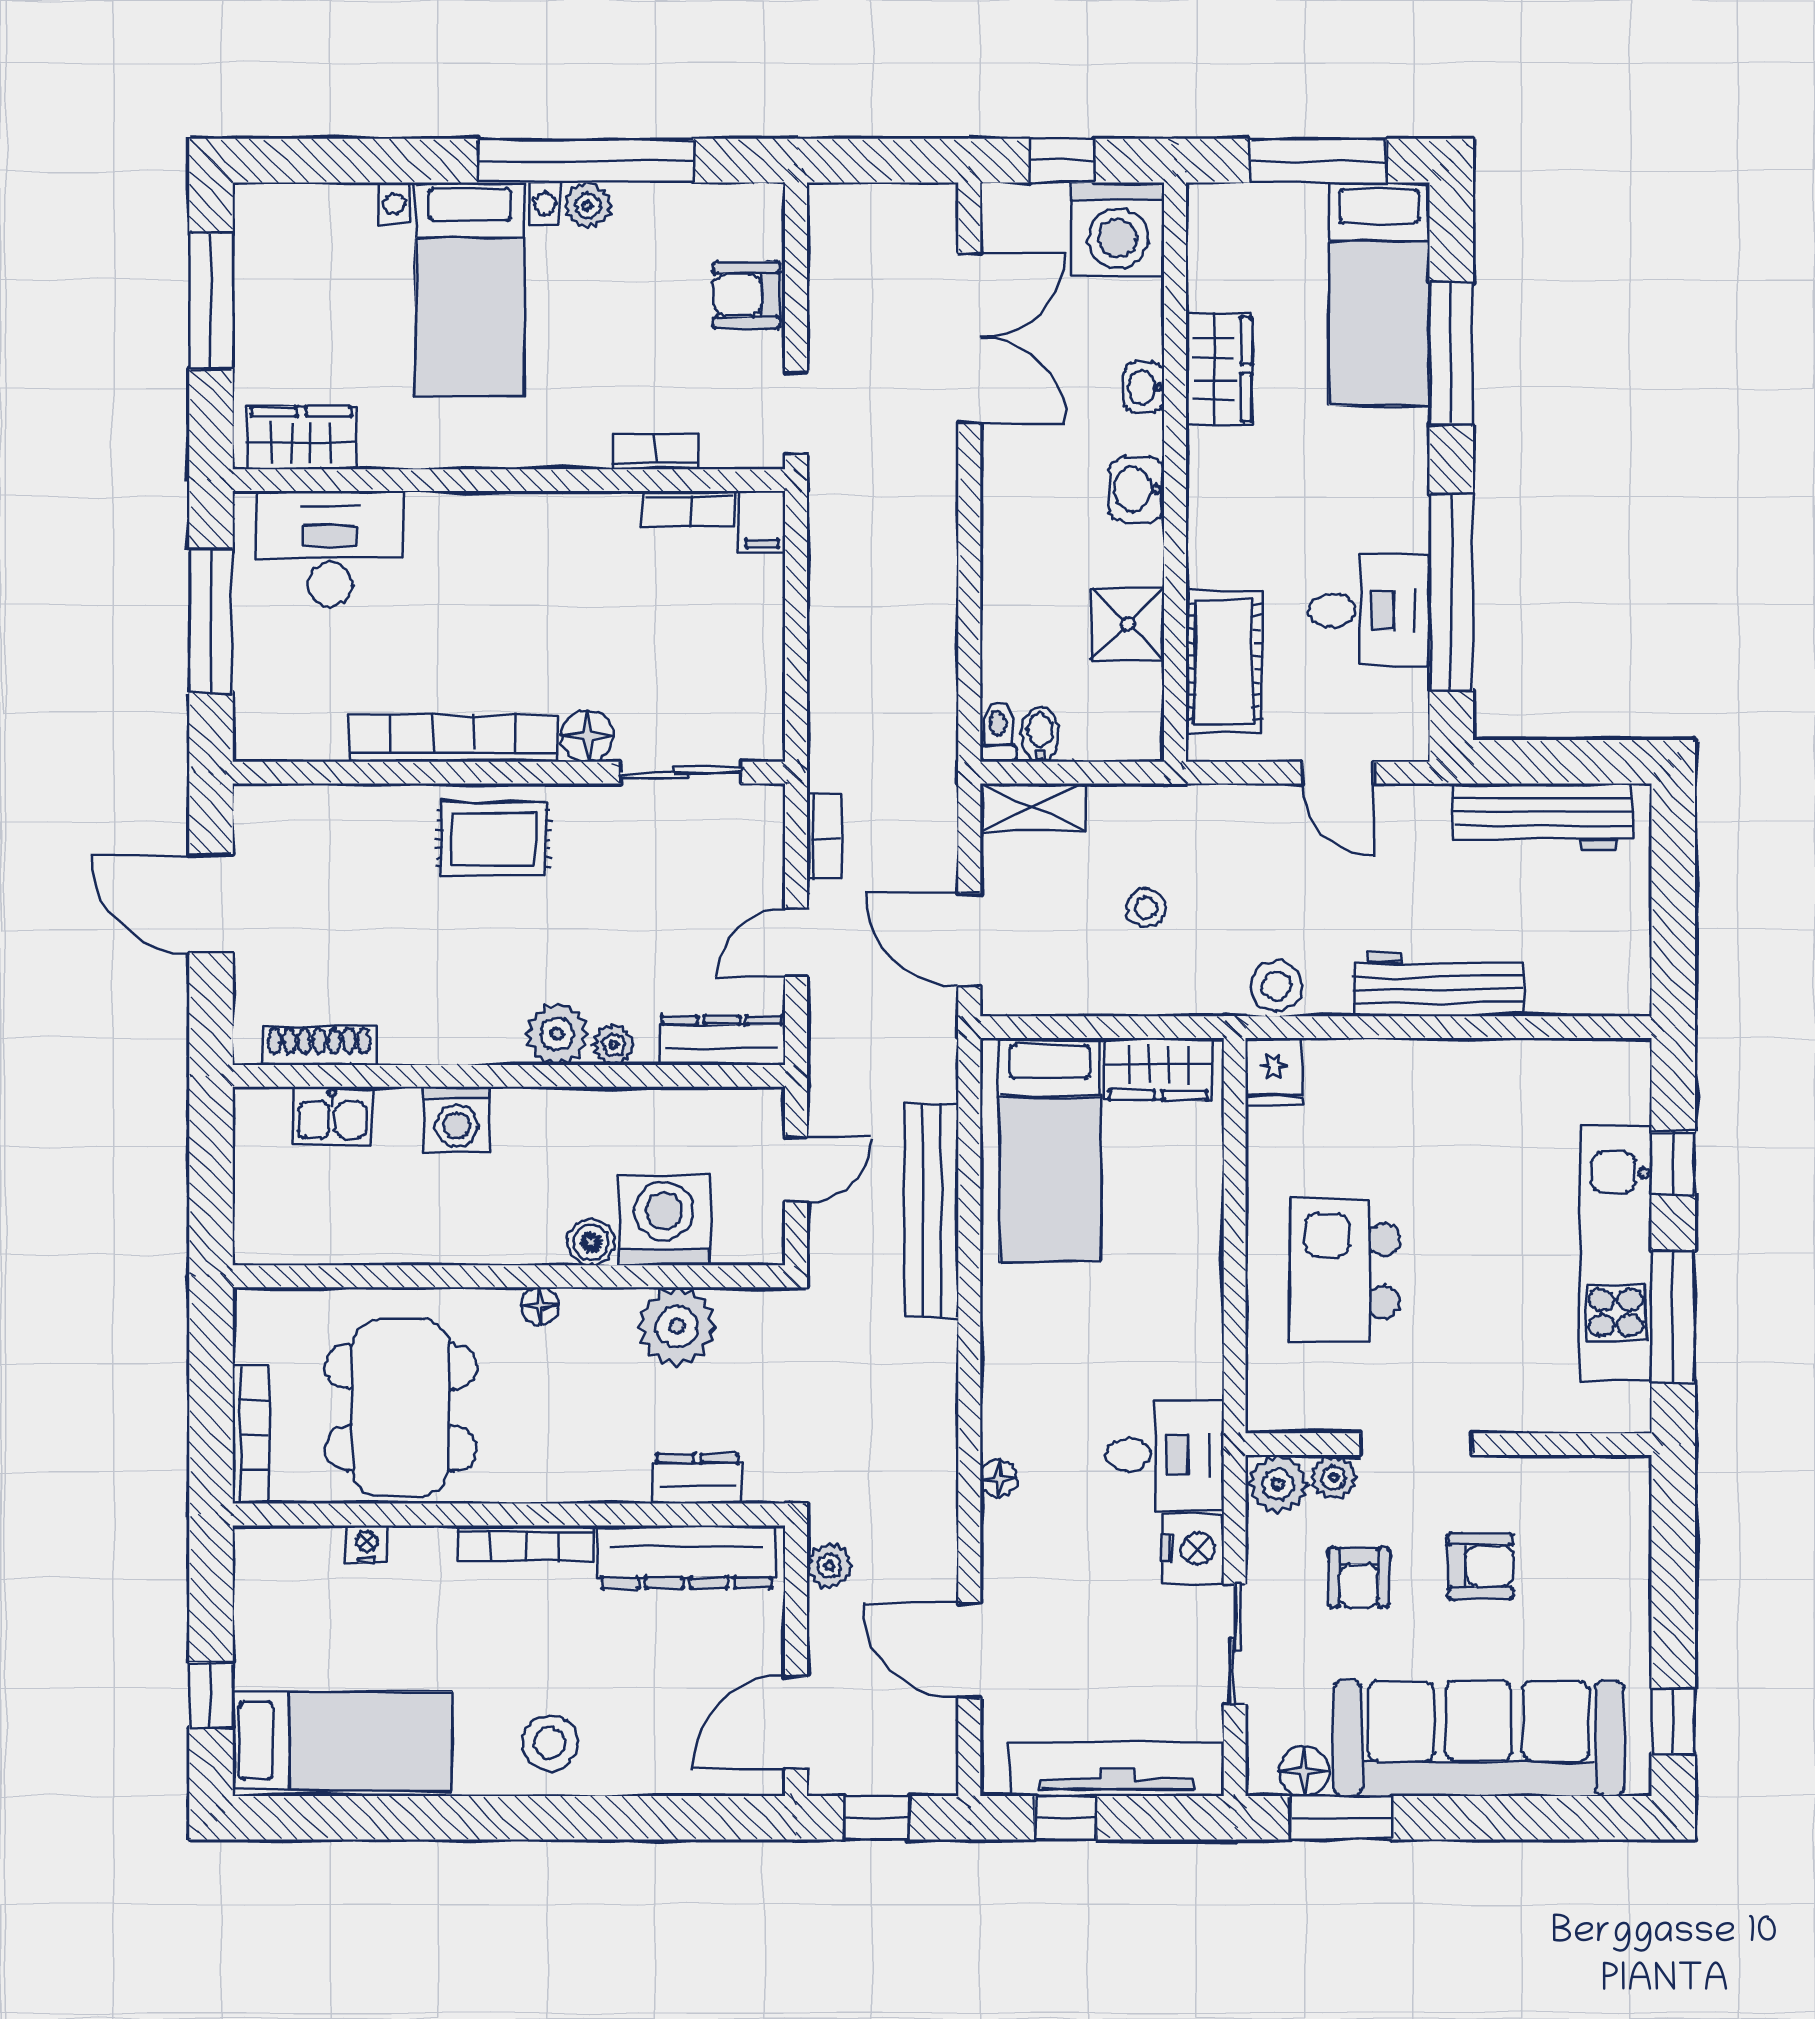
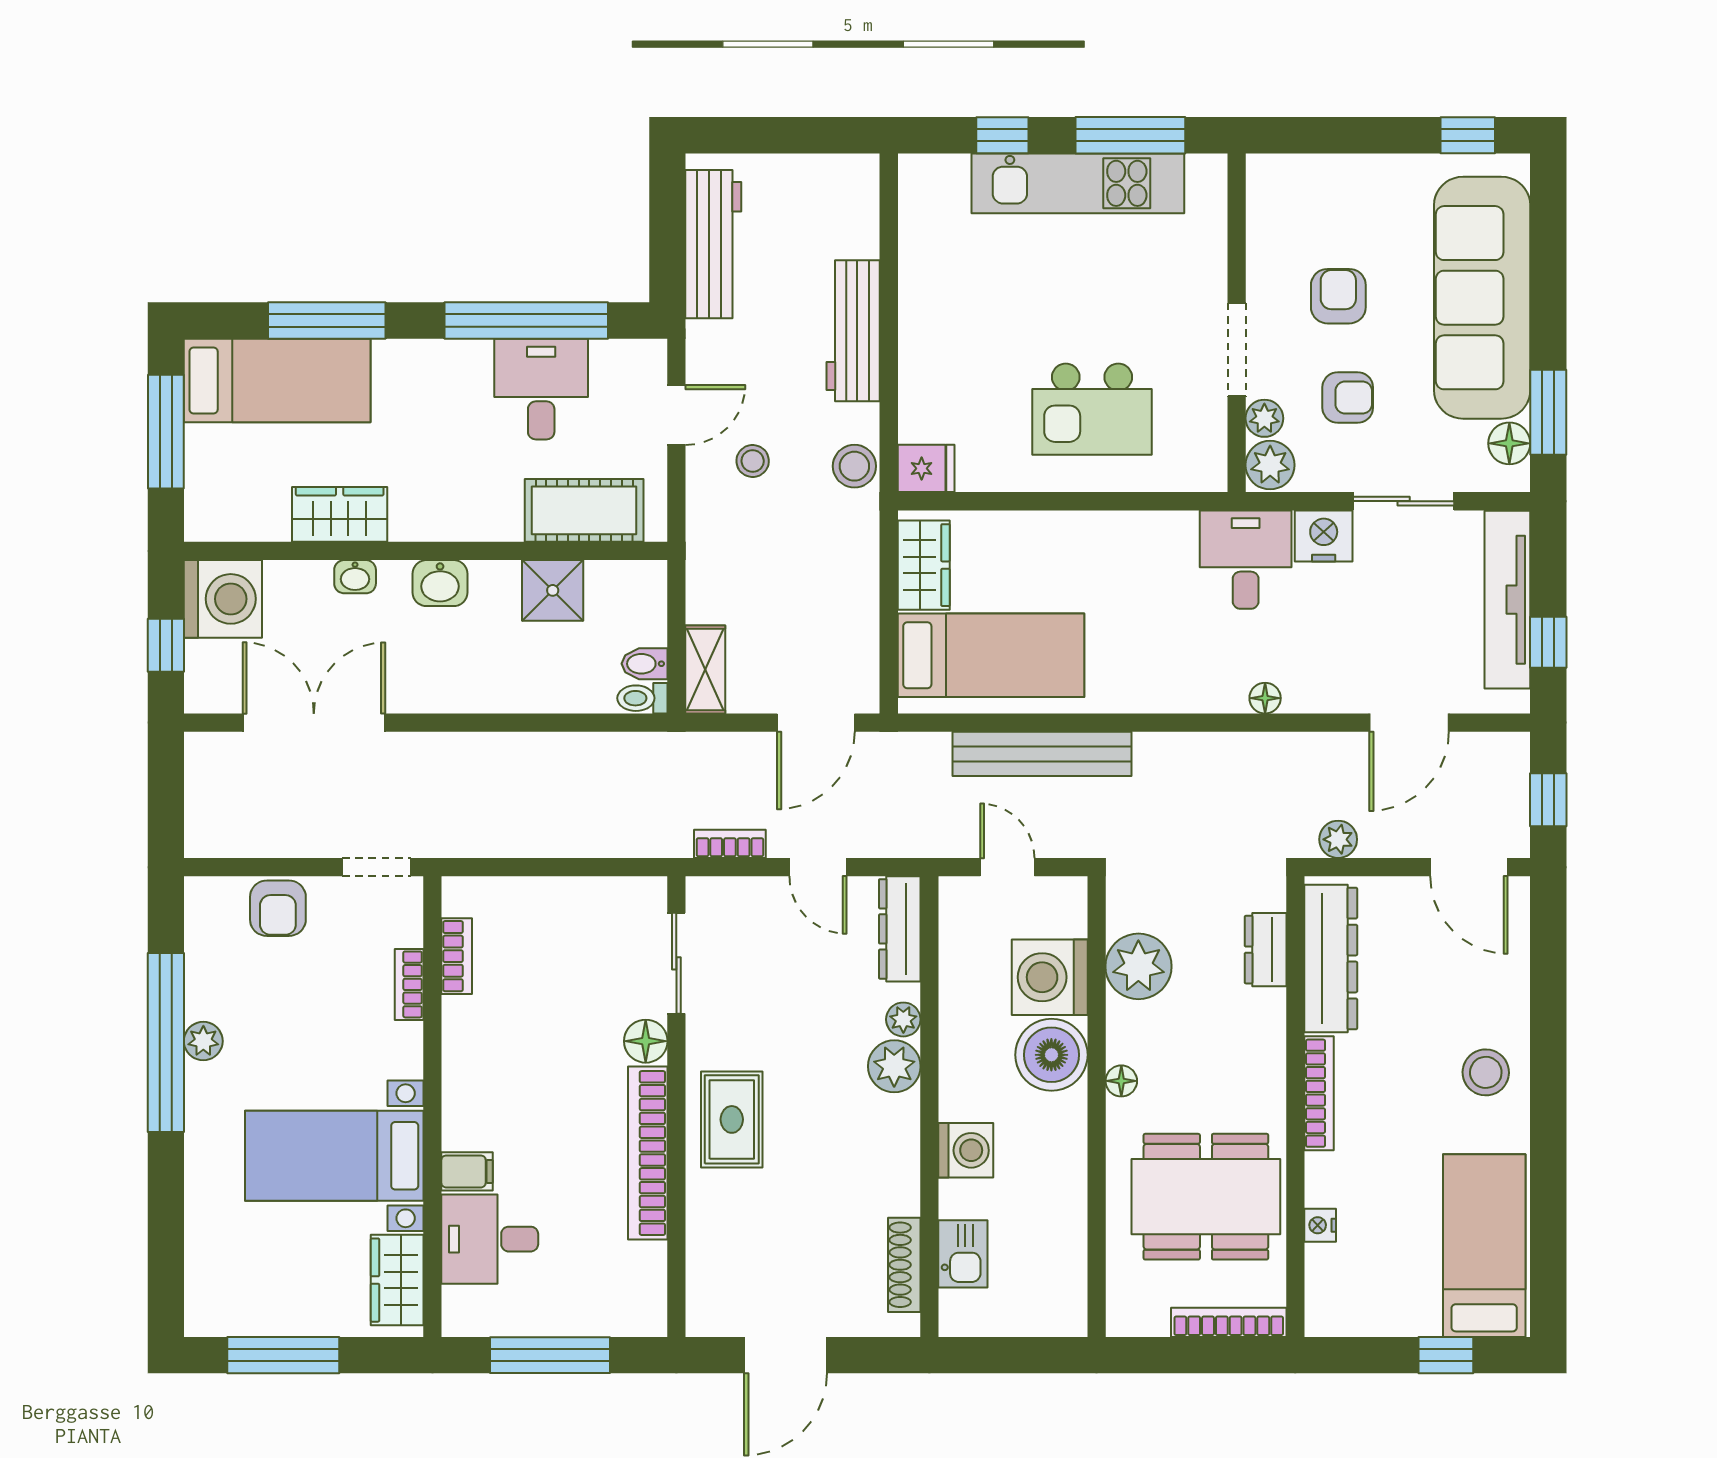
bed with nightstands: (470, 289) -> (334, 1156), moved, turned 180
filing cabinet: (762, 522) -> (467, 1171), moved
desk: (330, 549) -> (490, 1239), width x0.73
stool: (1146, 907) -> (753, 461), moved
boiler: (591, 1242) -> (1051, 1055), width x1.86, depth x1.86

